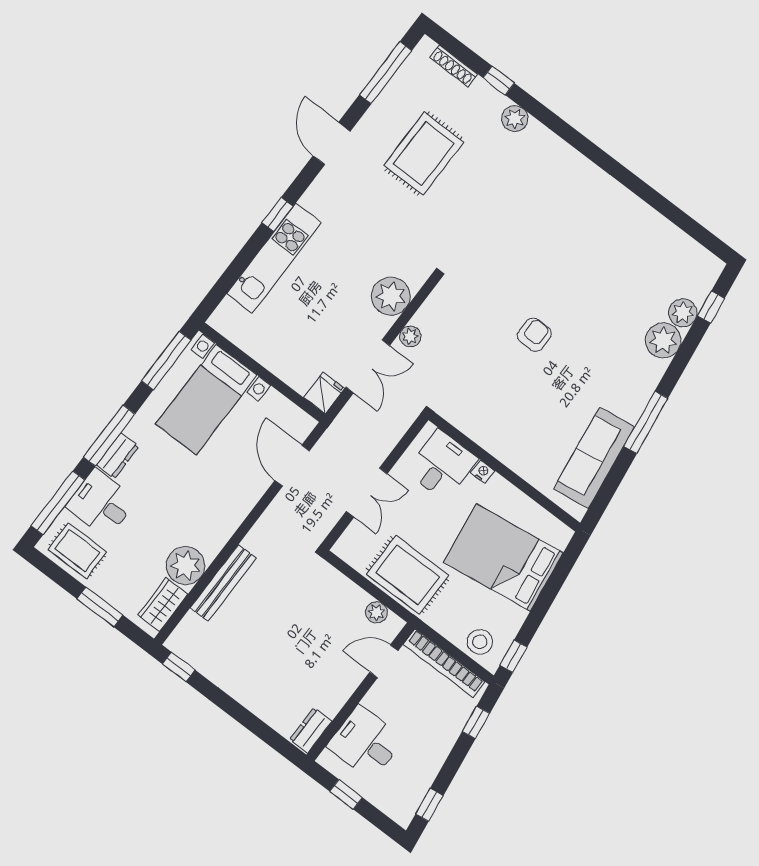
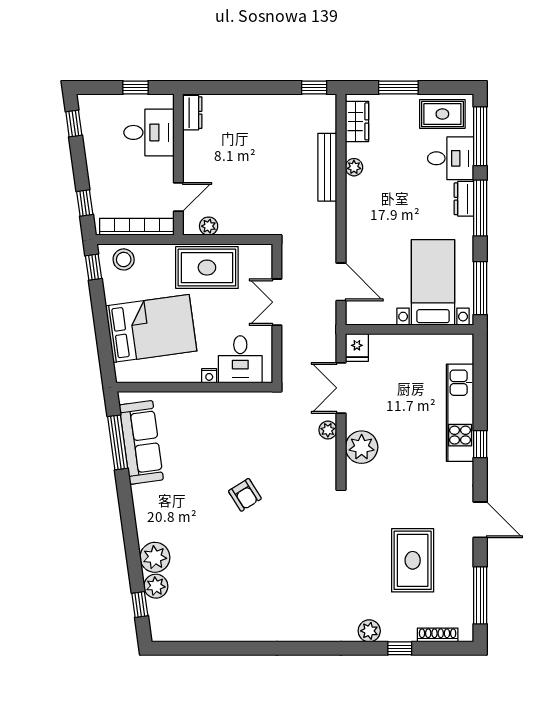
armchair: (534, 335) -> (245, 495), turned -32
window: (646, 422) -> (118, 442), moved
plant: (186, 566) -> (354, 167), width x0.53, depth x0.53

